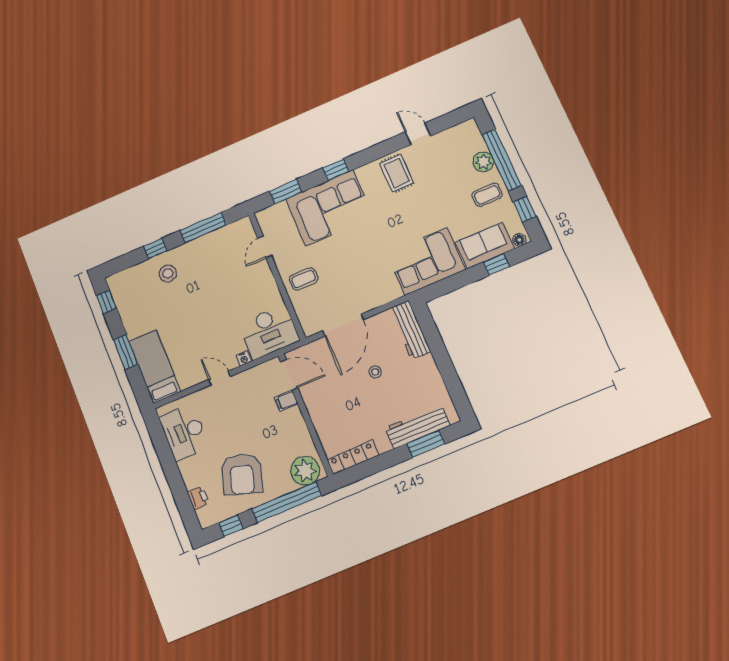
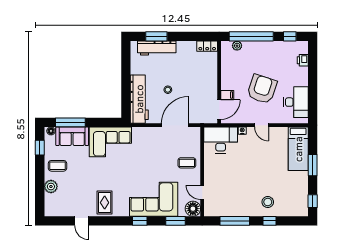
window: (502, 160) -> (40, 183), removed
floor lamp: (268, 219) -> (193, 209), added
door: (265, 247) -> (202, 192), swing flipped
window: (496, 264) -> (70, 122), width x2.17
workbench: (410, 330) -> (139, 99), width x1.36, depth x1.32
door: (289, 375) -> (219, 110), swing flipped
locker: (353, 457) -> (207, 46), width x0.66
plant: (305, 471) -> (237, 46), width x0.53, depth x0.53
armchair: (242, 474) -> (262, 89), moved

